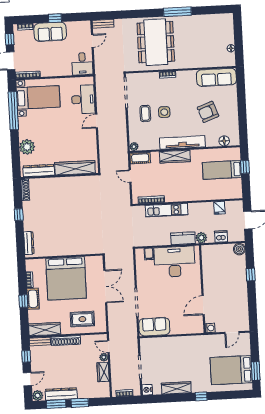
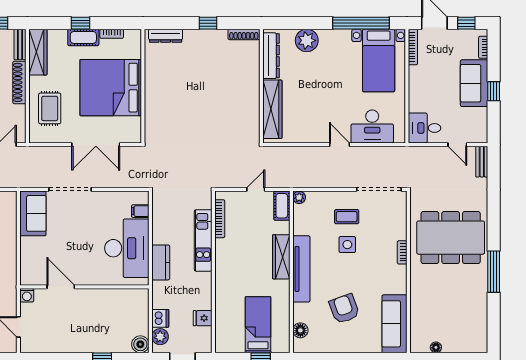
plant: (201, 238) -> (160, 337), moved

